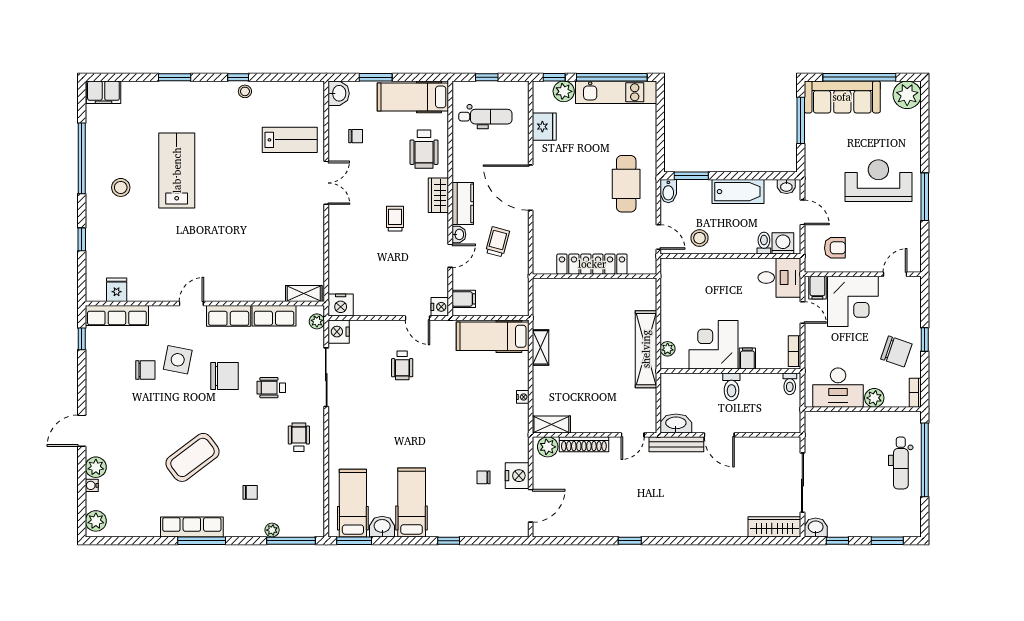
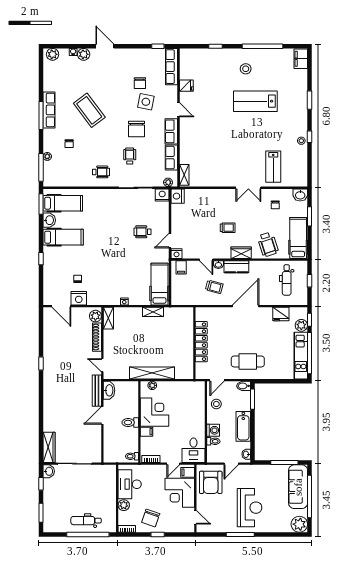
wheelchair: (424, 149) -> (268, 244), turned -108
lab bench: (177, 170) -> (255, 101), turned 180
washing machine: (783, 243) -> (213, 430), moved
armchair: (835, 248) -> (211, 482), width x1.88, depth x1.88
fridge: (117, 290) -> (186, 86), moved

